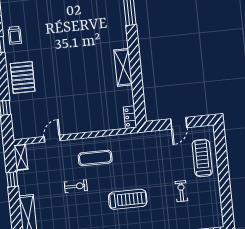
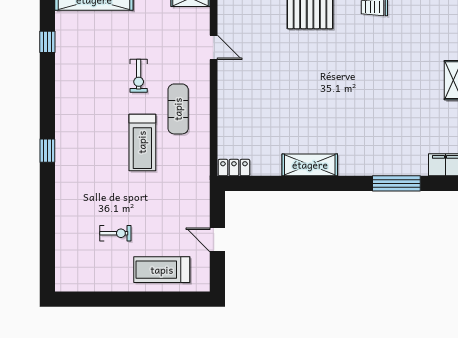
treadmill: (202, 158) -> (162, 270), turned 180
treadmill: (128, 199) -> (142, 142), moved

